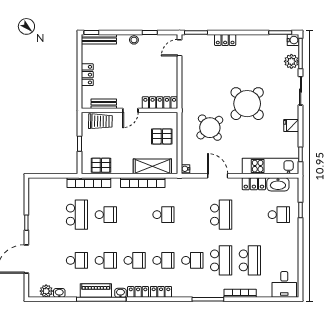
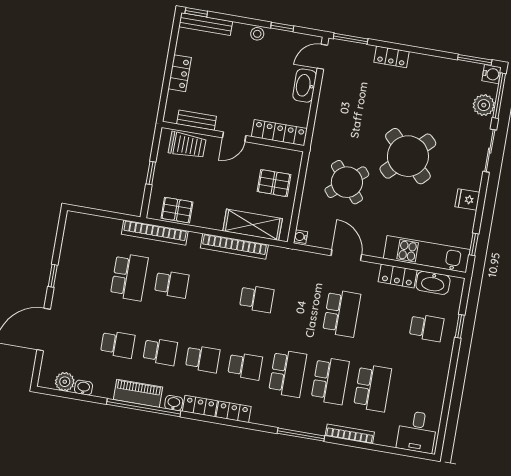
washbasin: (171, 69) -> (305, 86), added
school desk: (192, 260) -> (288, 373), width x1.85

